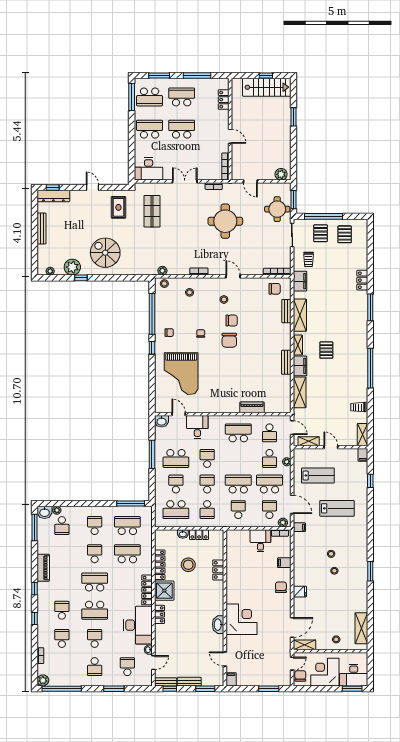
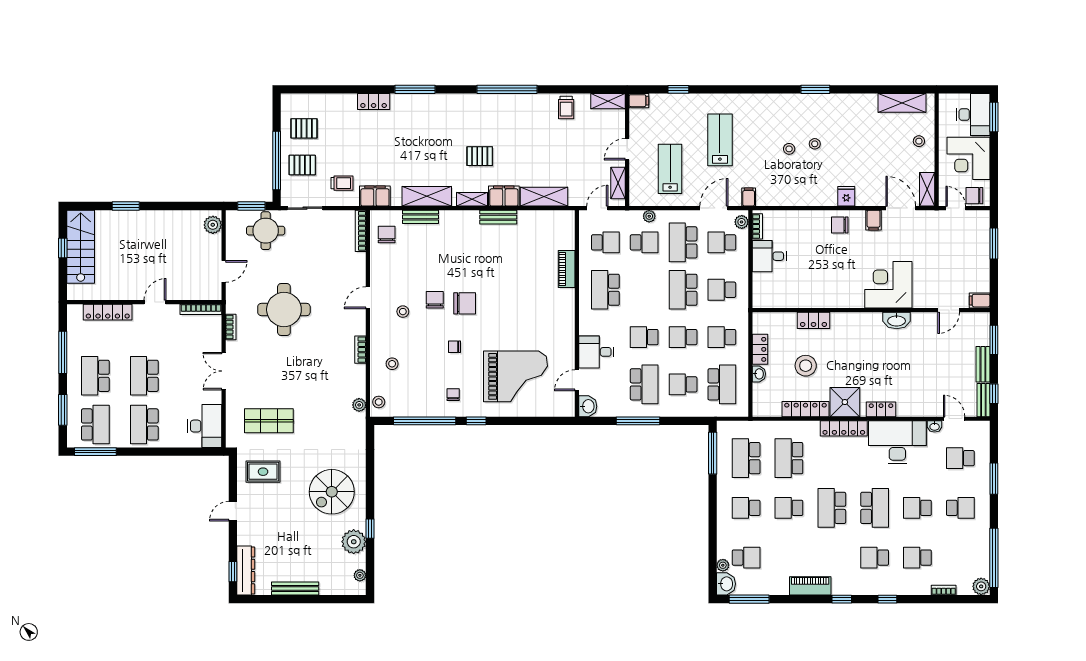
locker: (224, 100) -> (108, 312), width x1.53
school desk: (207, 510) -> (722, 337), turned 180
filing cabinet: (284, 563) -> (874, 220), moved

